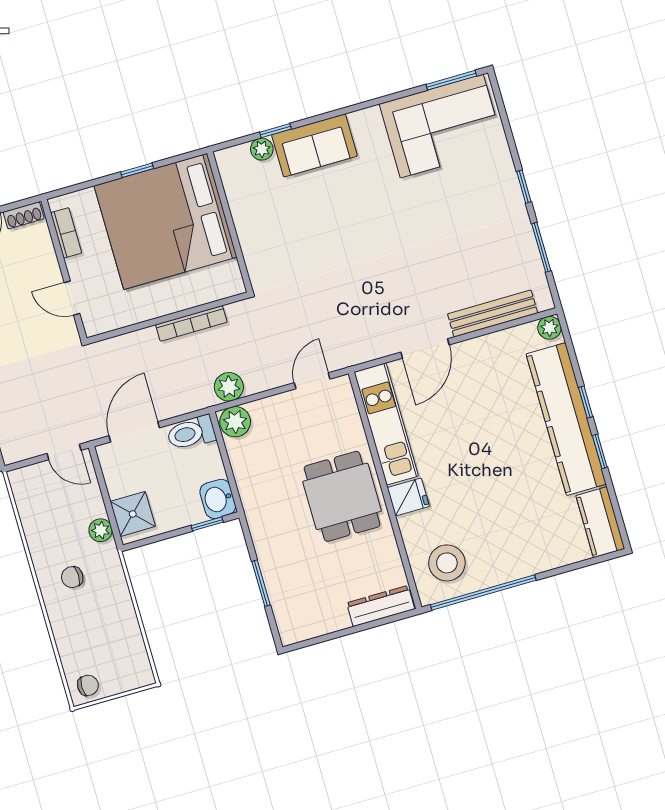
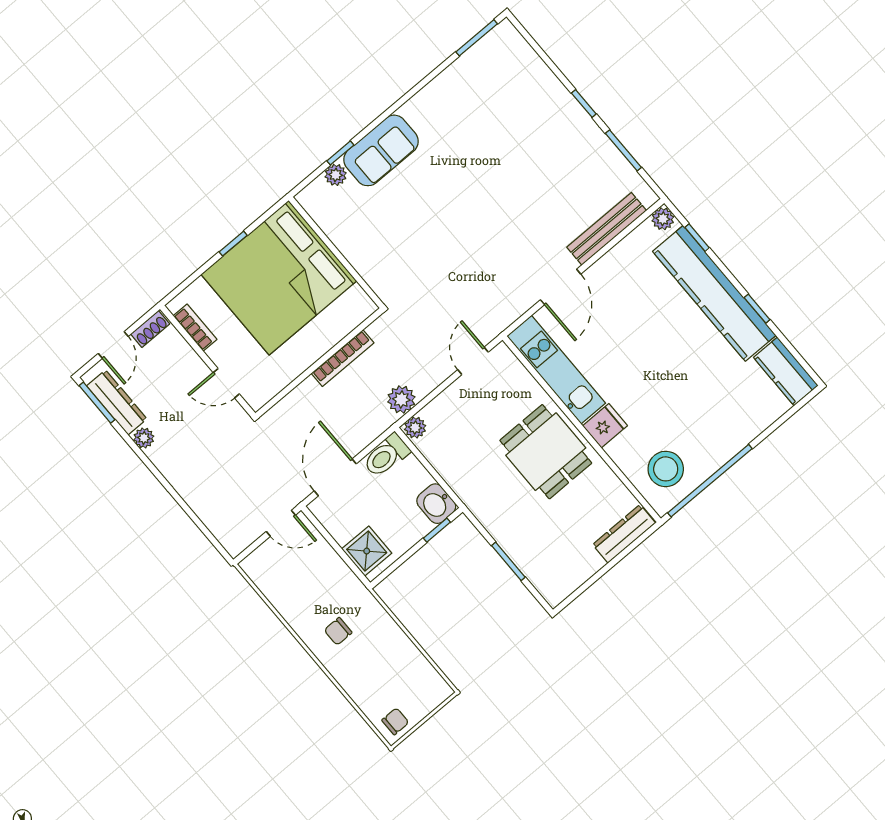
corner sofa: (442, 126) -> (486, 82), removed
window: (586, 402) -> (697, 238), moved
plant: (235, 422) -> (415, 428), width x0.73, depth x0.73
plant: (101, 530) -> (345, 578), removed

